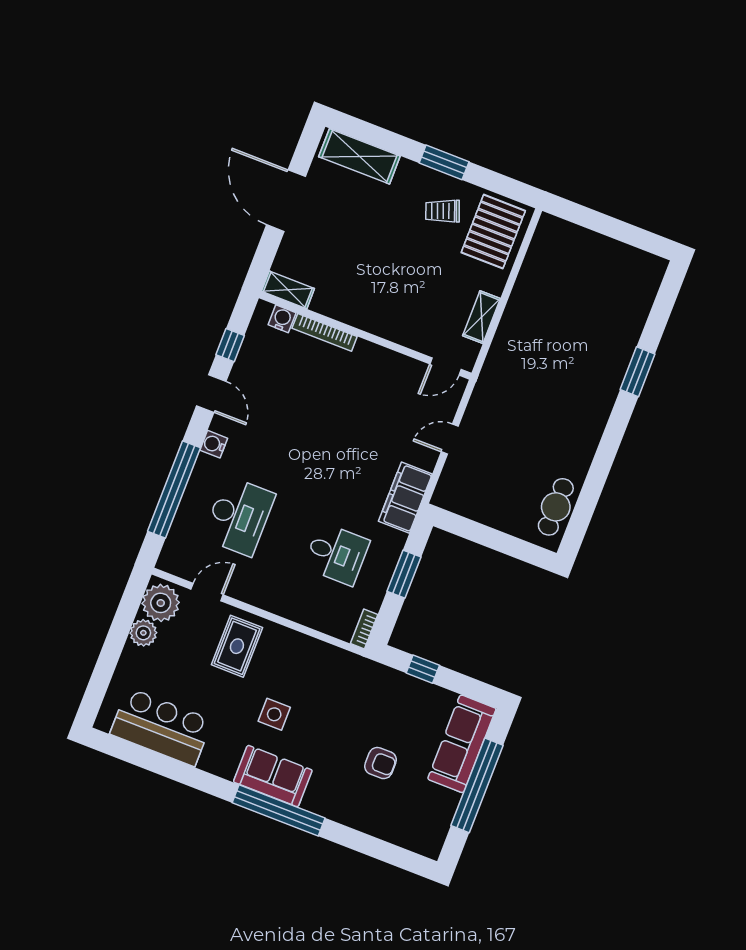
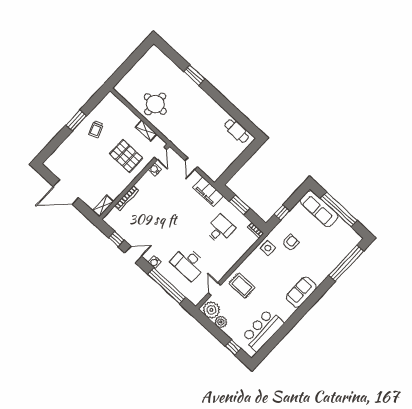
shelving: (359, 156) -> (60, 155), removed
pallet: (493, 232) -> (126, 156), moved
round table: (545, 314) -> (155, 104), added
water cooler: (282, 319) -> (155, 169), moved
desk: (239, 516) -> (188, 263), turned 180
window: (100, 680) -> (233, 347), added
side table: (274, 714) -> (268, 248), moved
armchair: (381, 763) -> (291, 243), moved
window: (279, 810) -> (346, 263), moved

